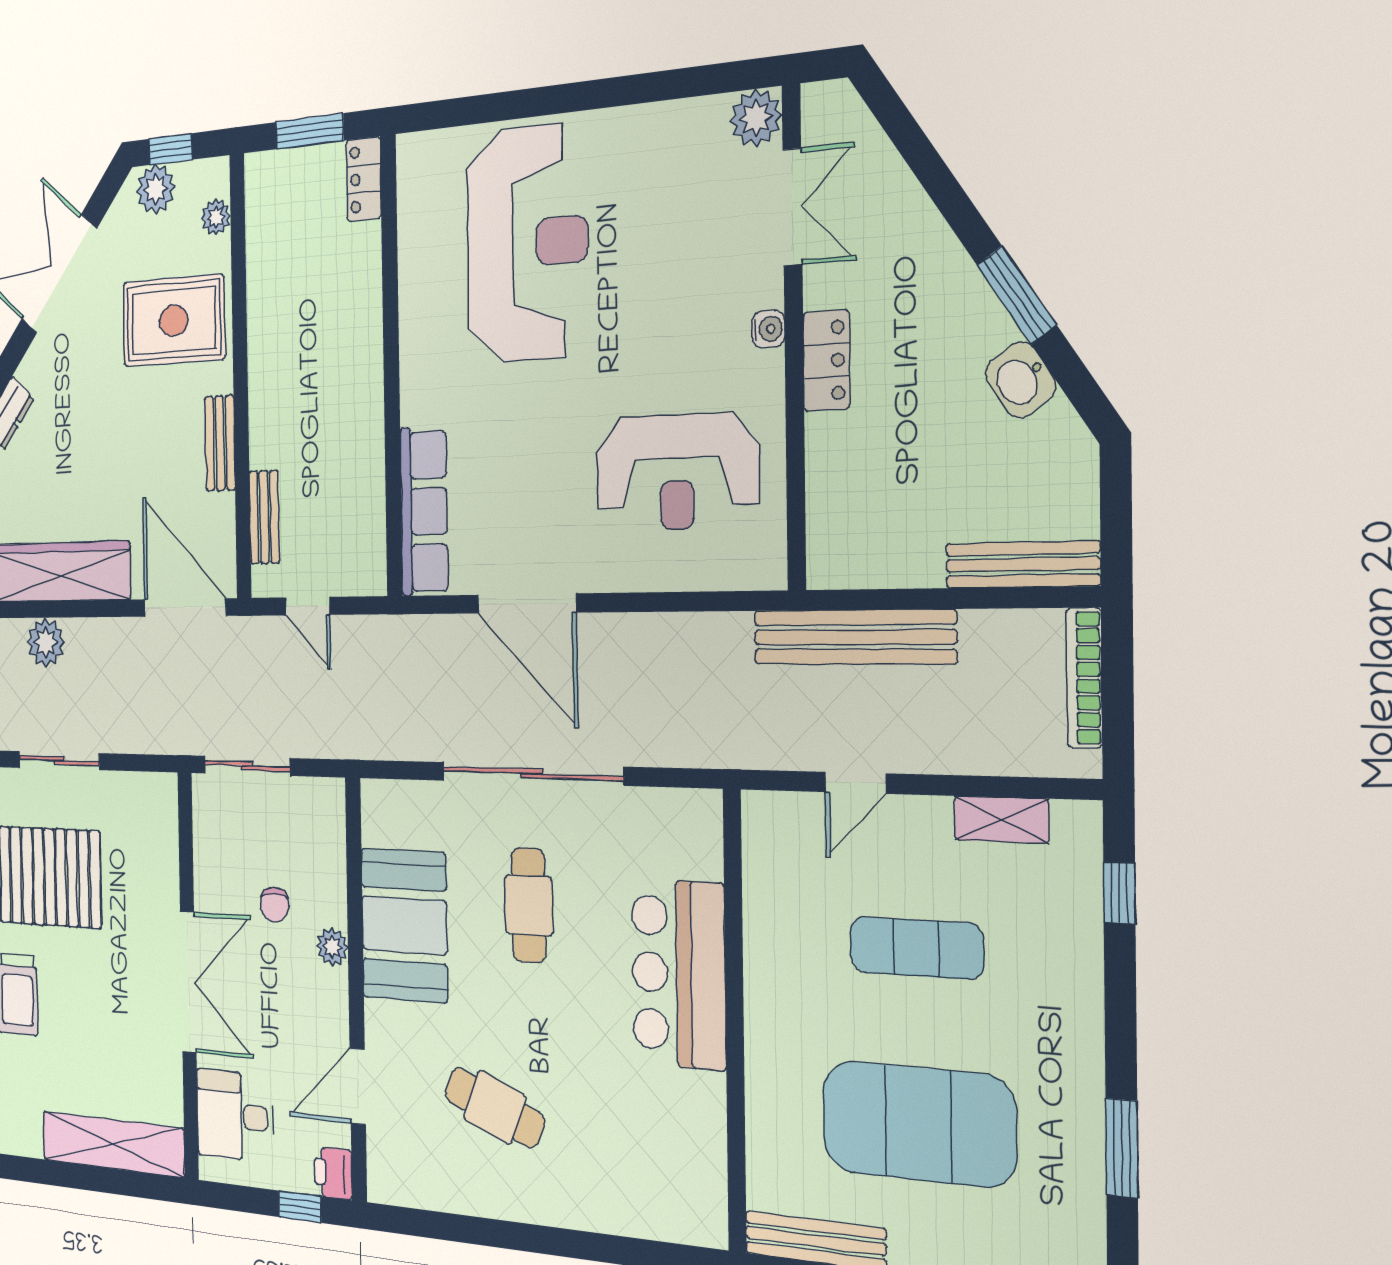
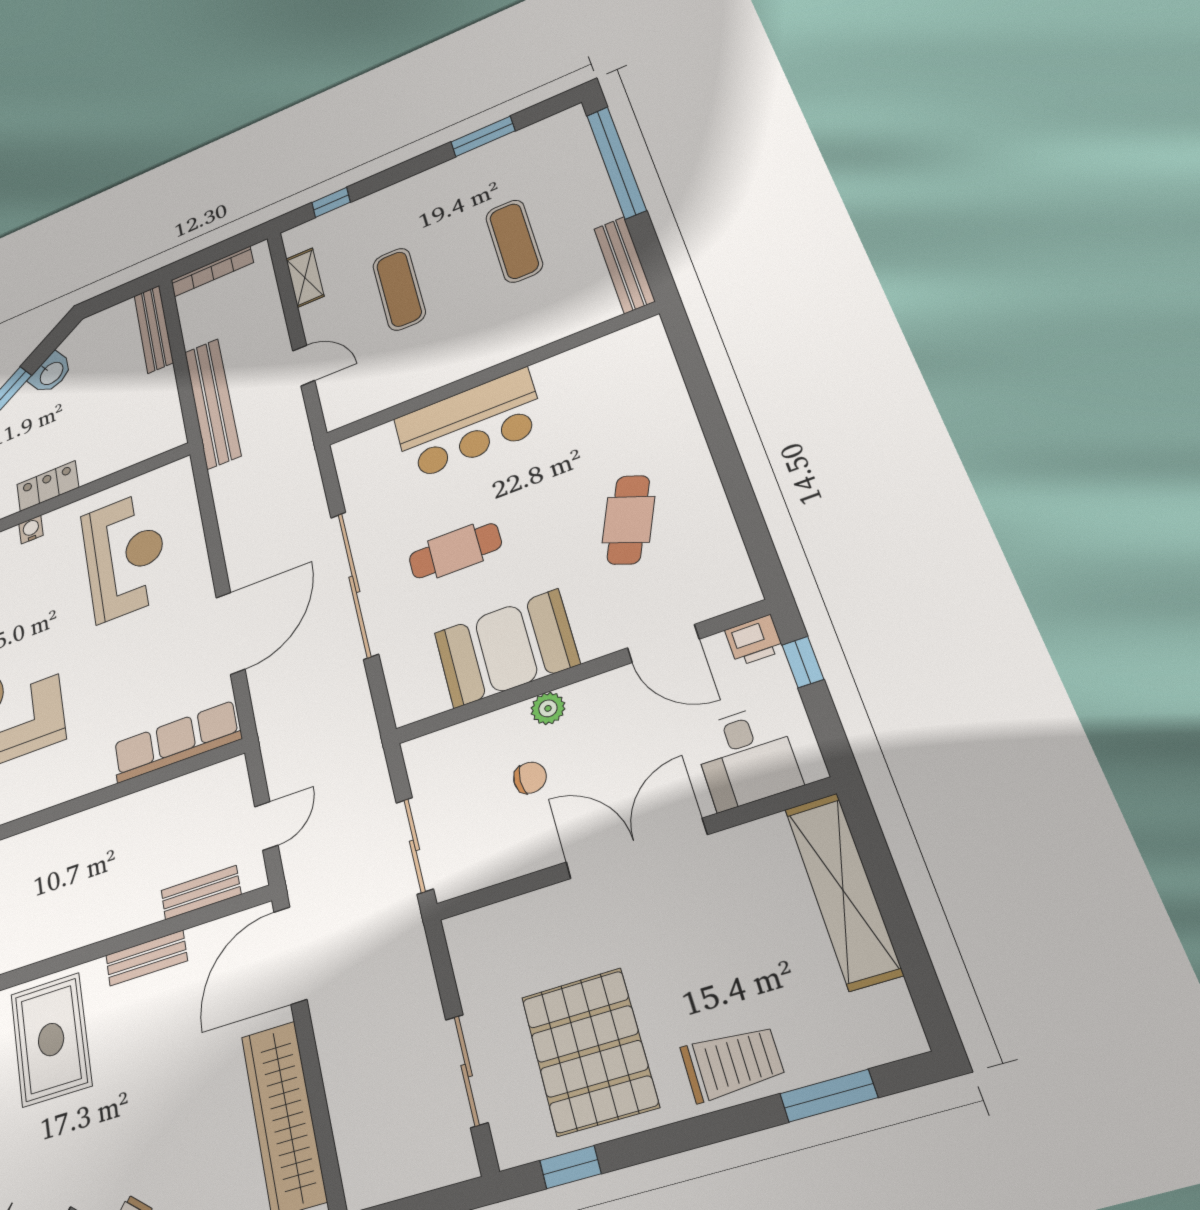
plant: (46, 642) -> (354, 1119), removed
exercise mat: (918, 1124) -> (514, 241), width x0.50, depth x0.69

